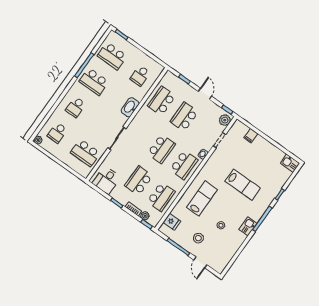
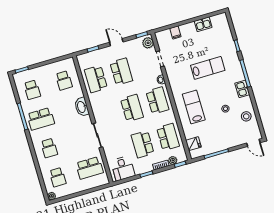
school desk: (112, 56) -> (32, 90), width x0.54
school desk: (184, 117) -> (121, 72), turned 180
kitchen sink: (290, 163) -> (203, 24), moved
stool: (198, 238) -> (246, 116), moved
door: (200, 262) -> (253, 143), moved

